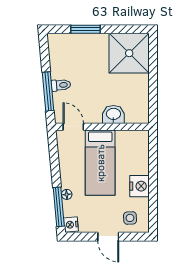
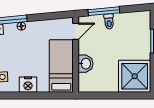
bed: (100, 163) -> (61, 66), moved, turned 90

